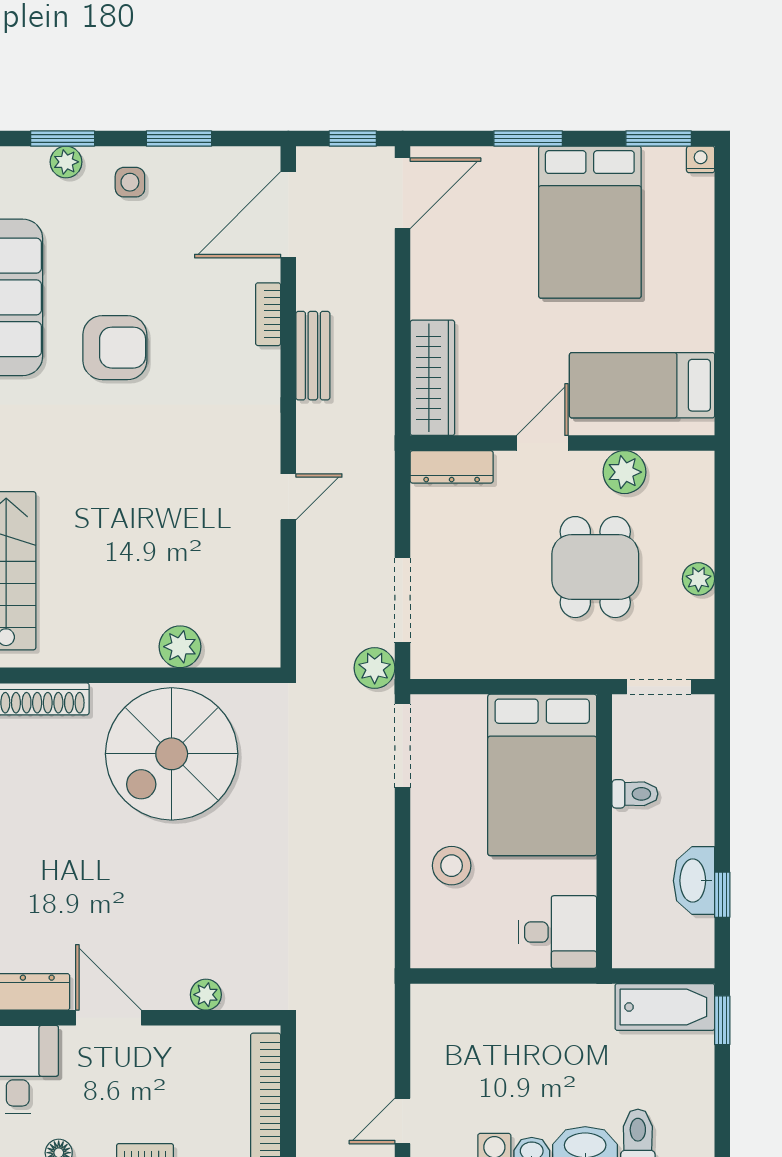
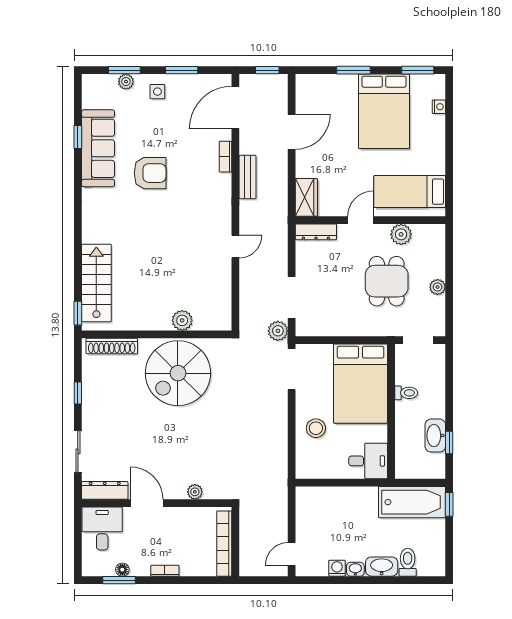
nightstand: (701, 159) -> (439, 107), moved, turned 90
door: (403, 193) -> (292, 132), moved
wardrobe: (432, 378) -> (306, 197), width x0.67
bathtub: (665, 1007) -> (412, 502), width x1.36, depth x1.36

